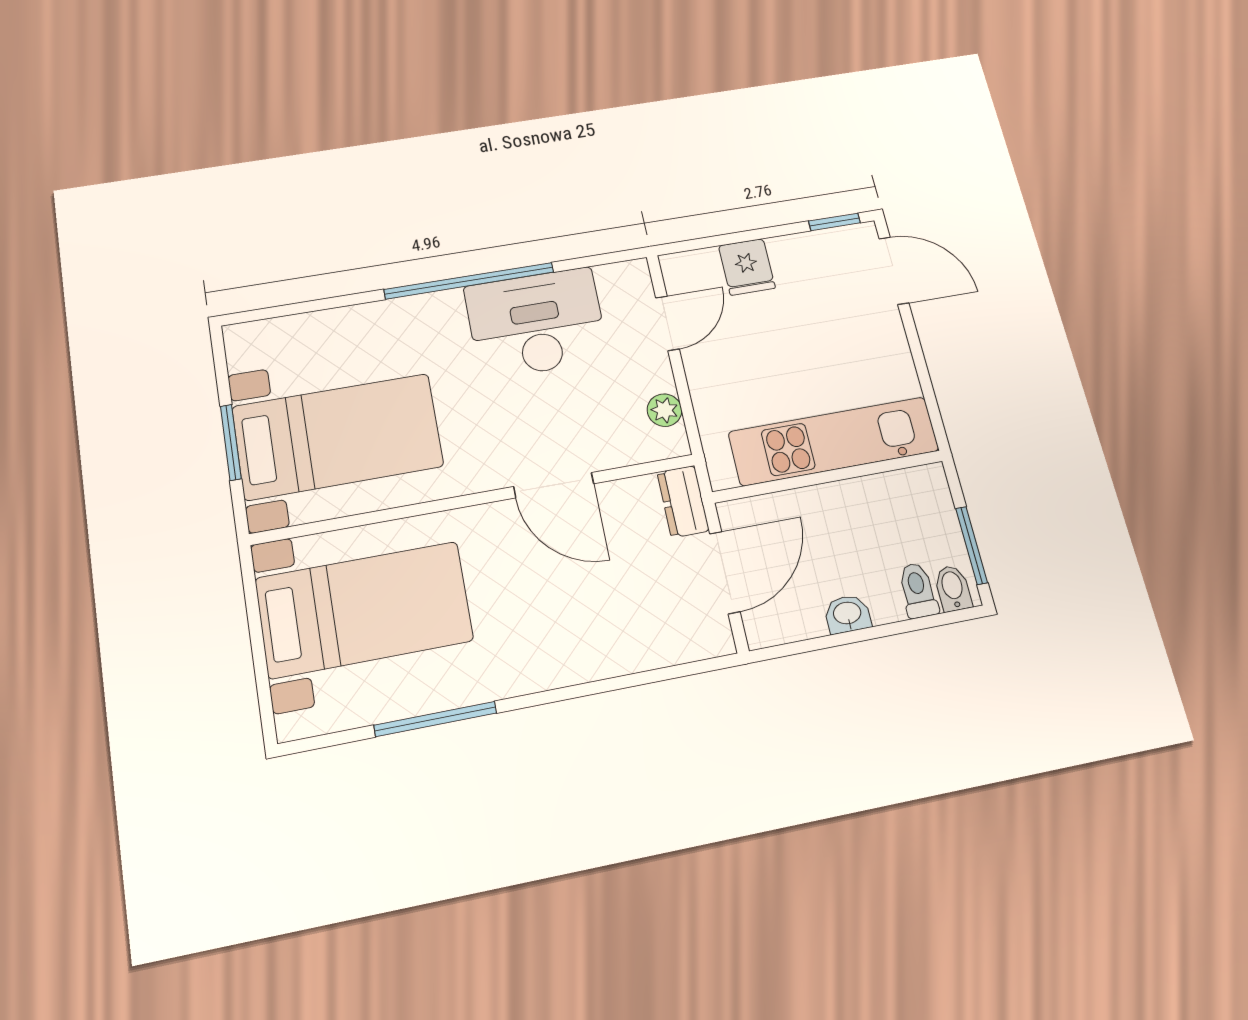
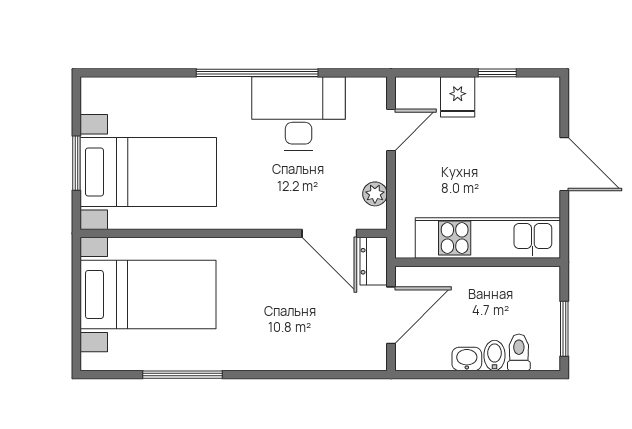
window: (834, 222) -> (497, 73), moved
door: (894, 271) -> (564, 164), moved
door: (554, 485) -> (329, 233), moved
bidet: (953, 588) -> (495, 355), moved

